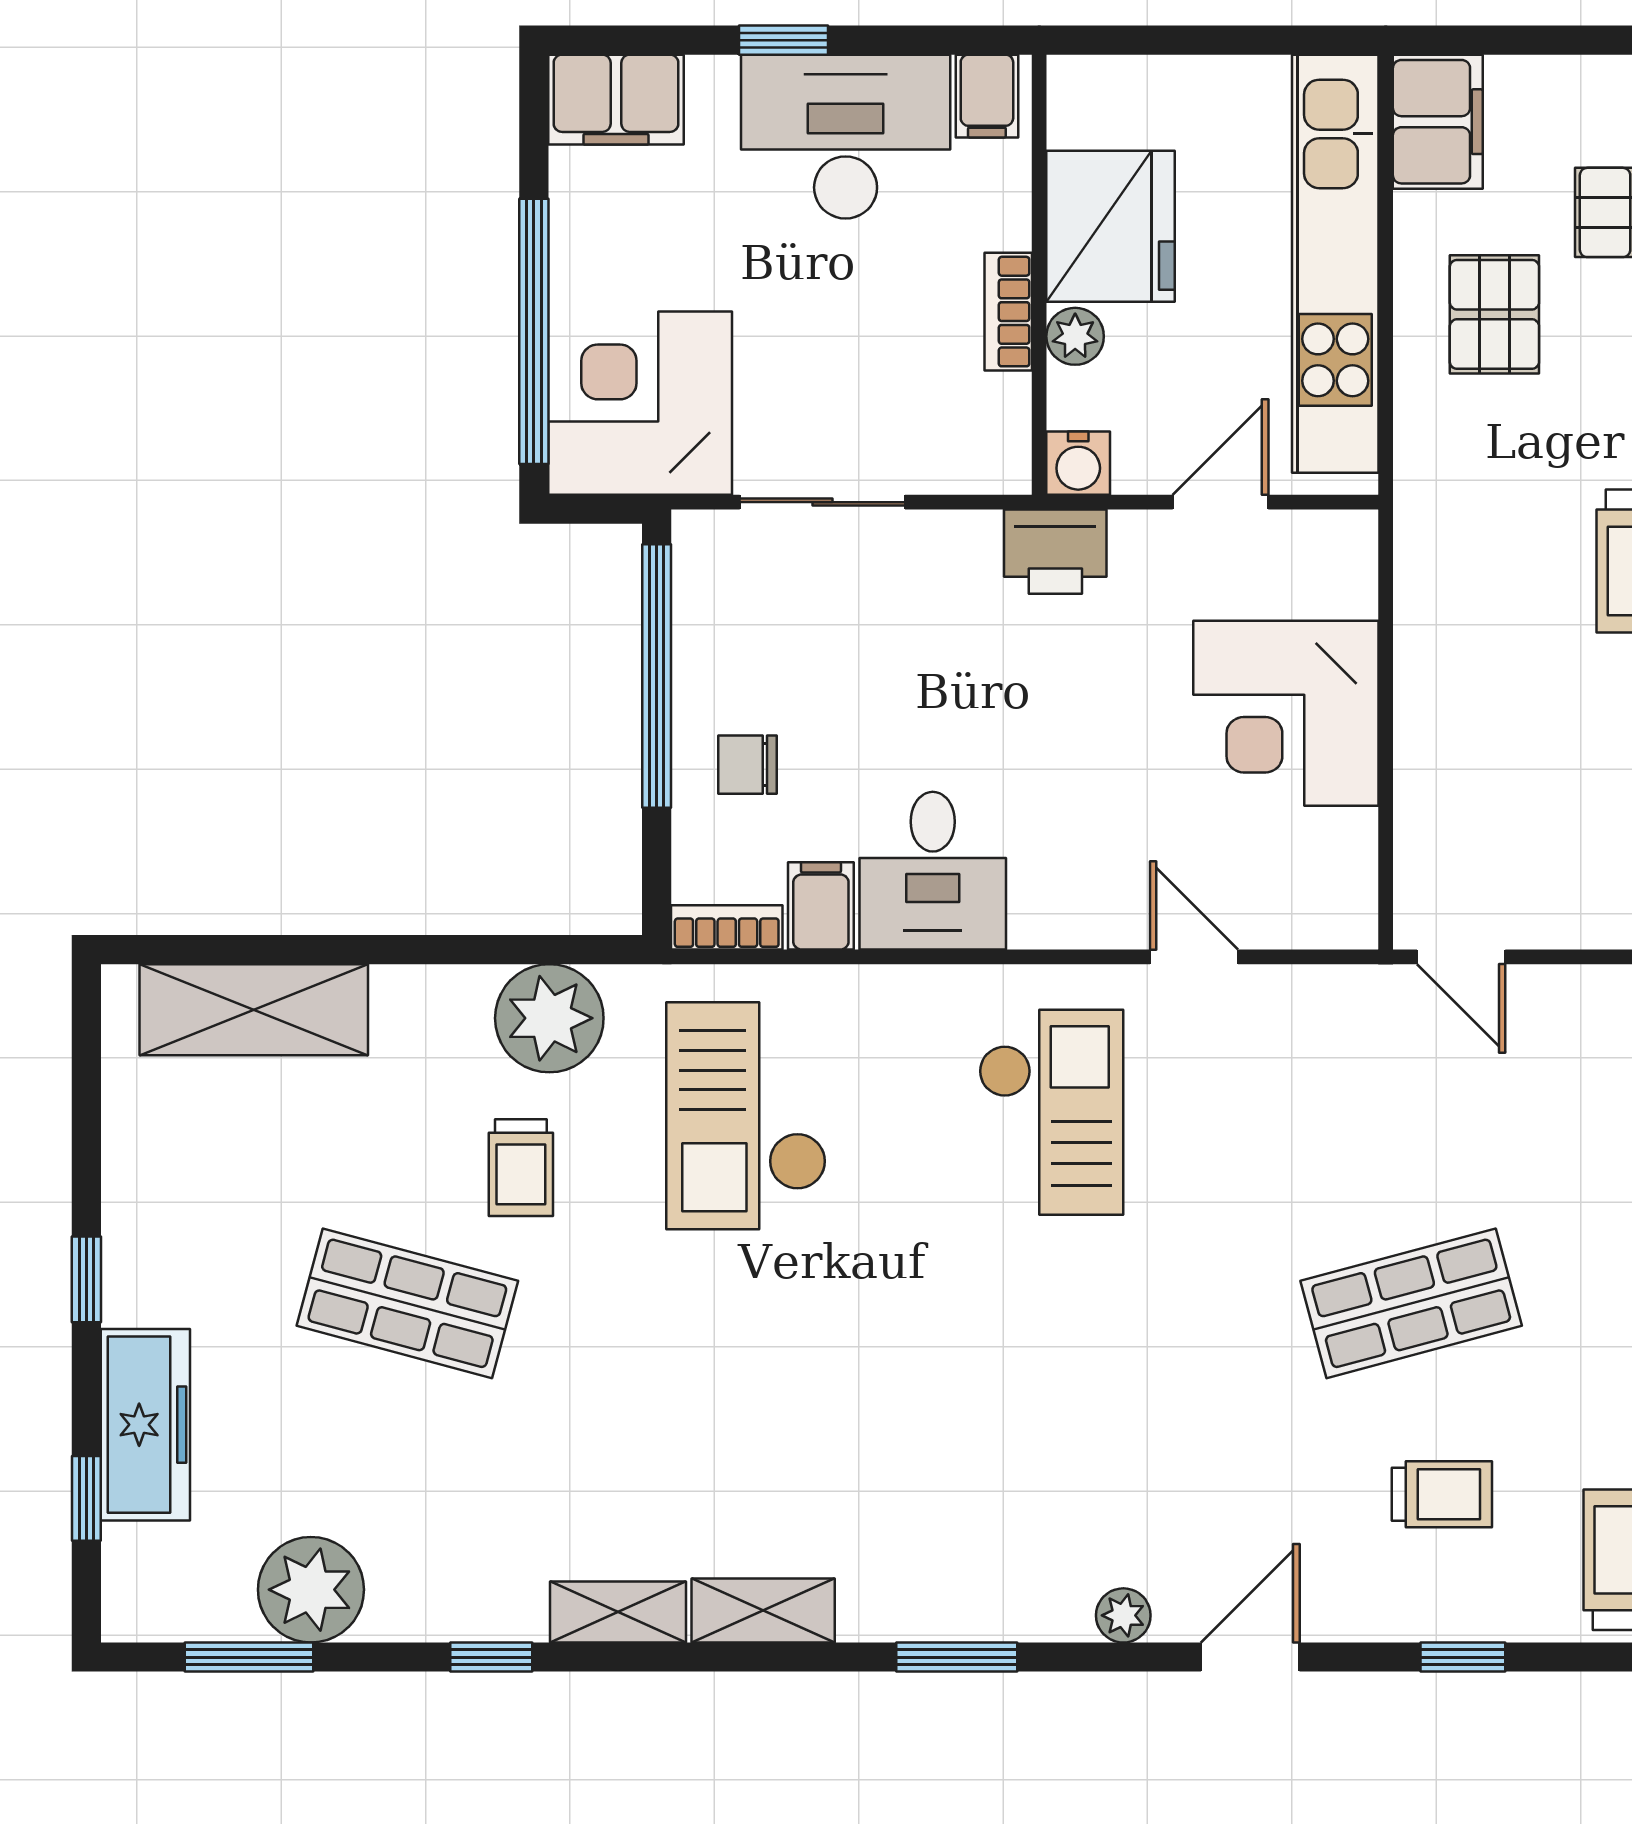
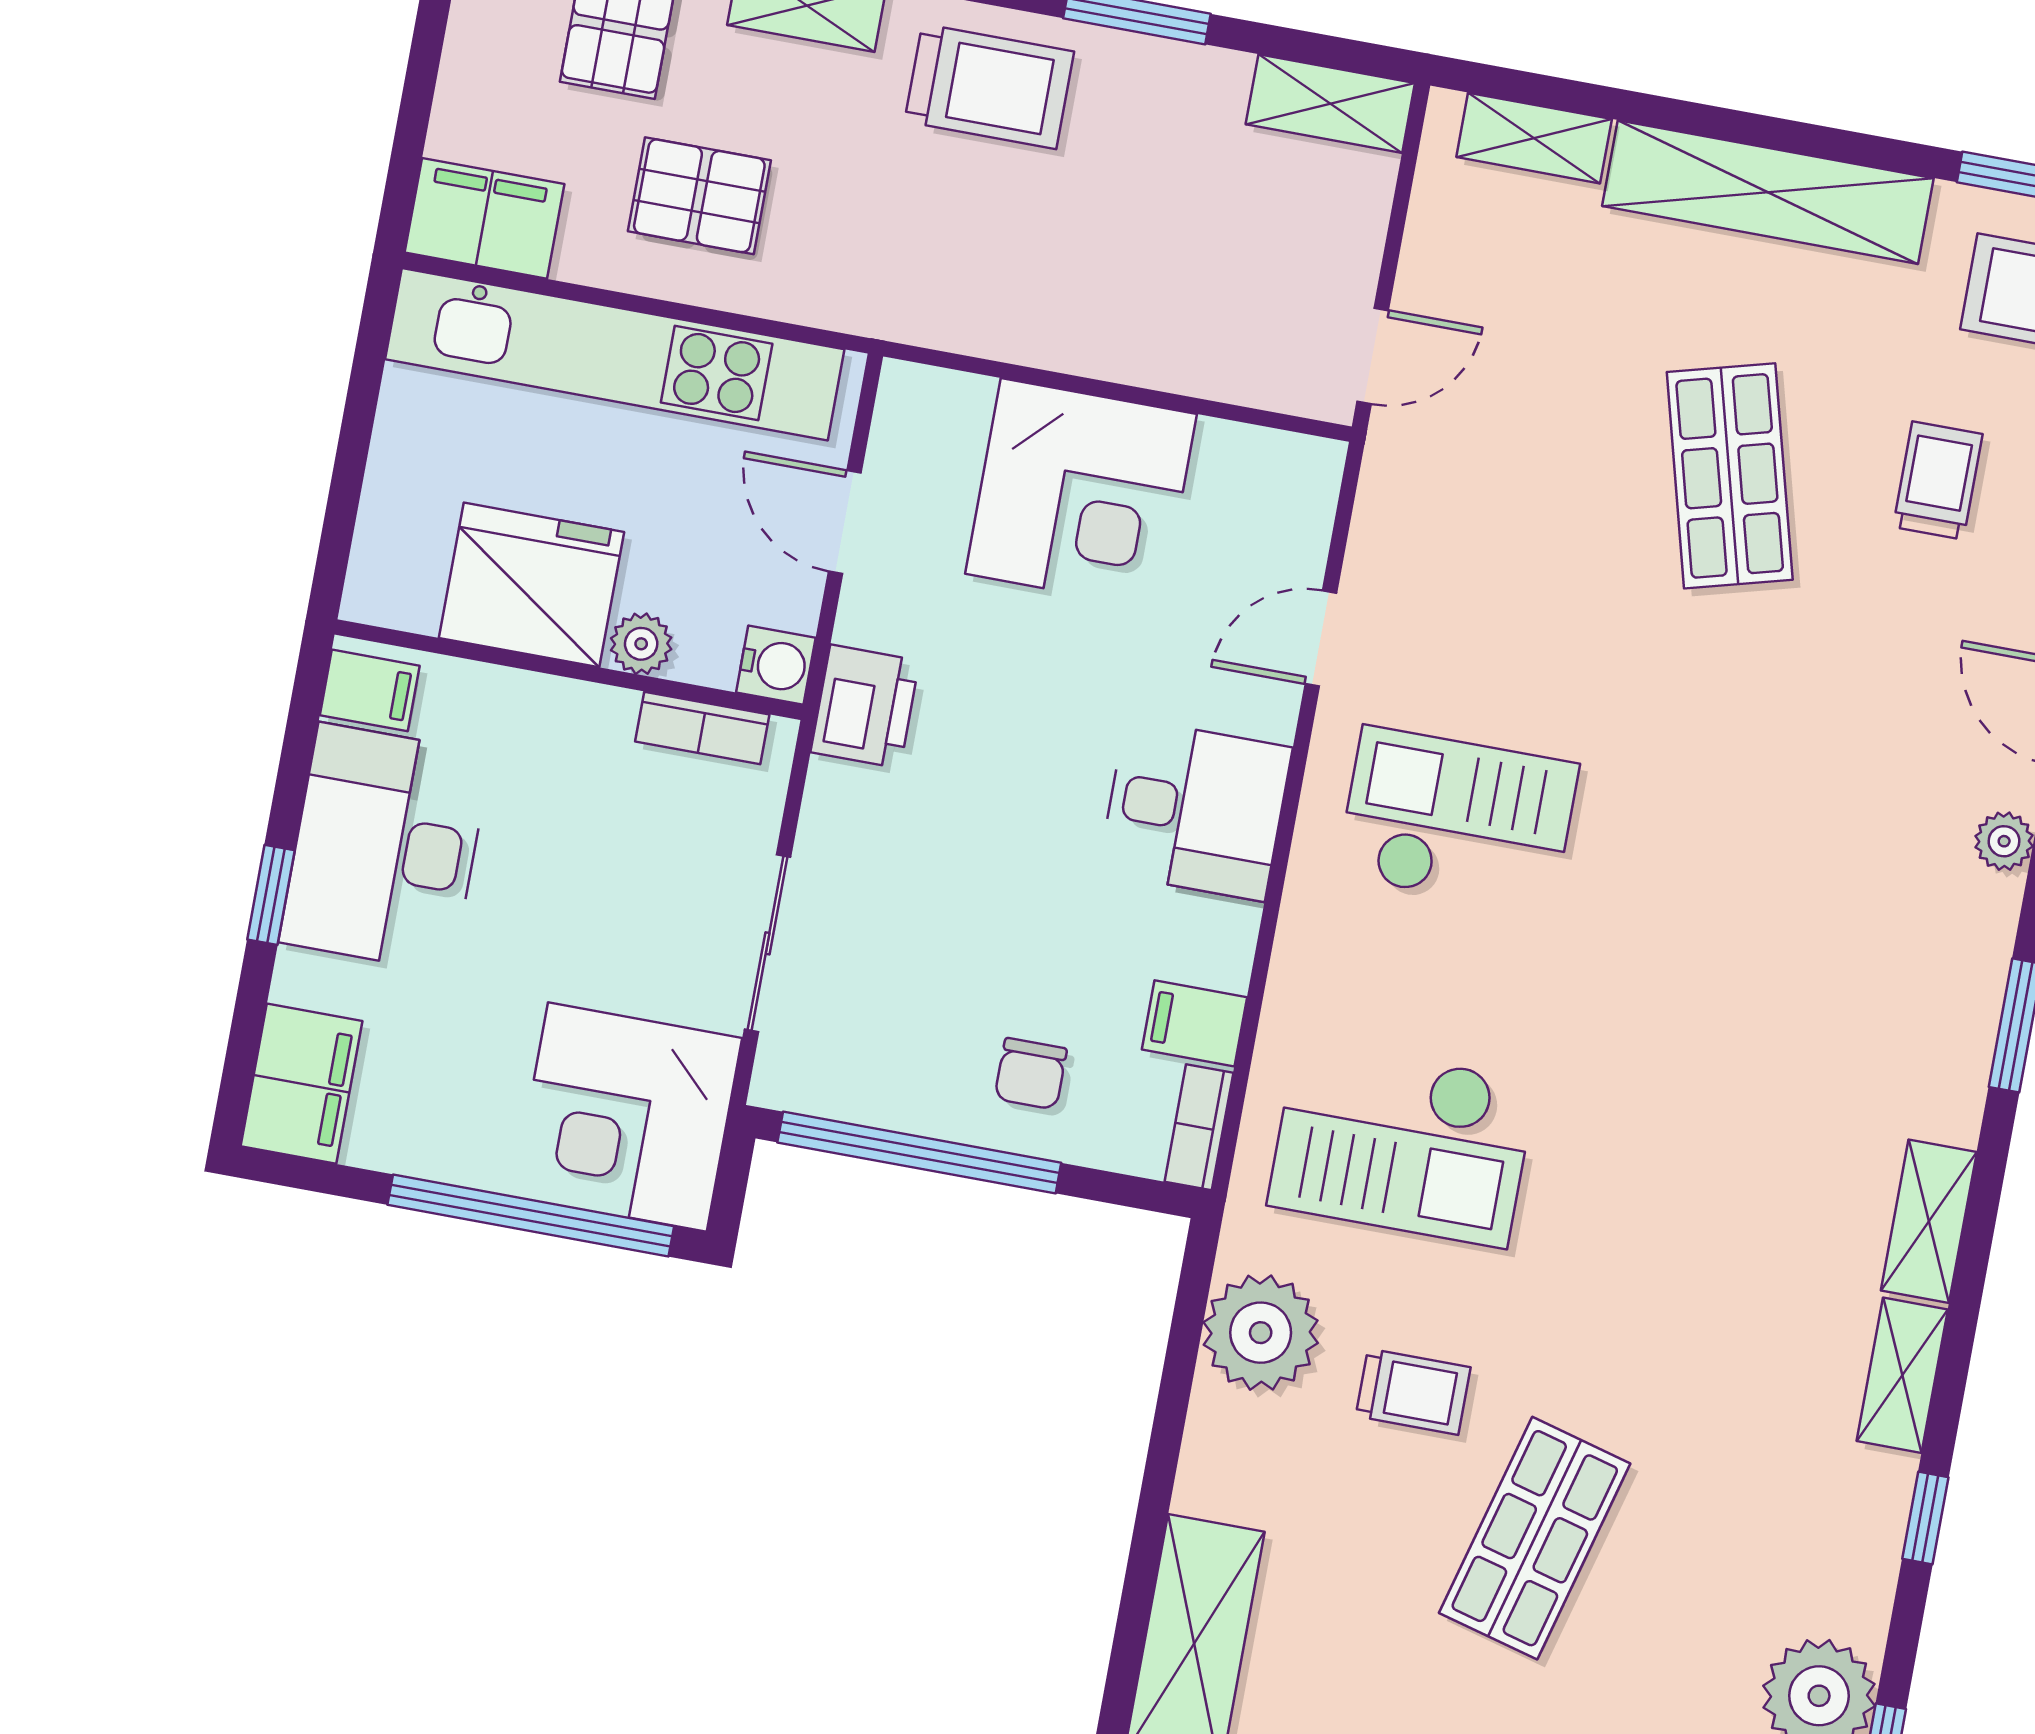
bookcase: (1008, 312) -> (702, 728), moved
desk: (933, 871) -> (1195, 810), moved

